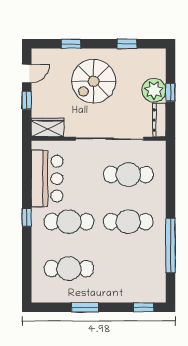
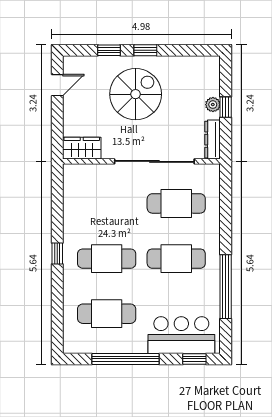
window: (127, 44) -> (145, 50), moved
spiral stairs: (94, 81) -> (136, 94), turned 180
plant: (154, 90) -> (213, 105), width x0.53, depth x0.53
window: (27, 100) -> (57, 116), removed
bar counter: (47, 179) -> (181, 335), moved, turned -90
window: (85, 307) -> (125, 359), width x2.11

